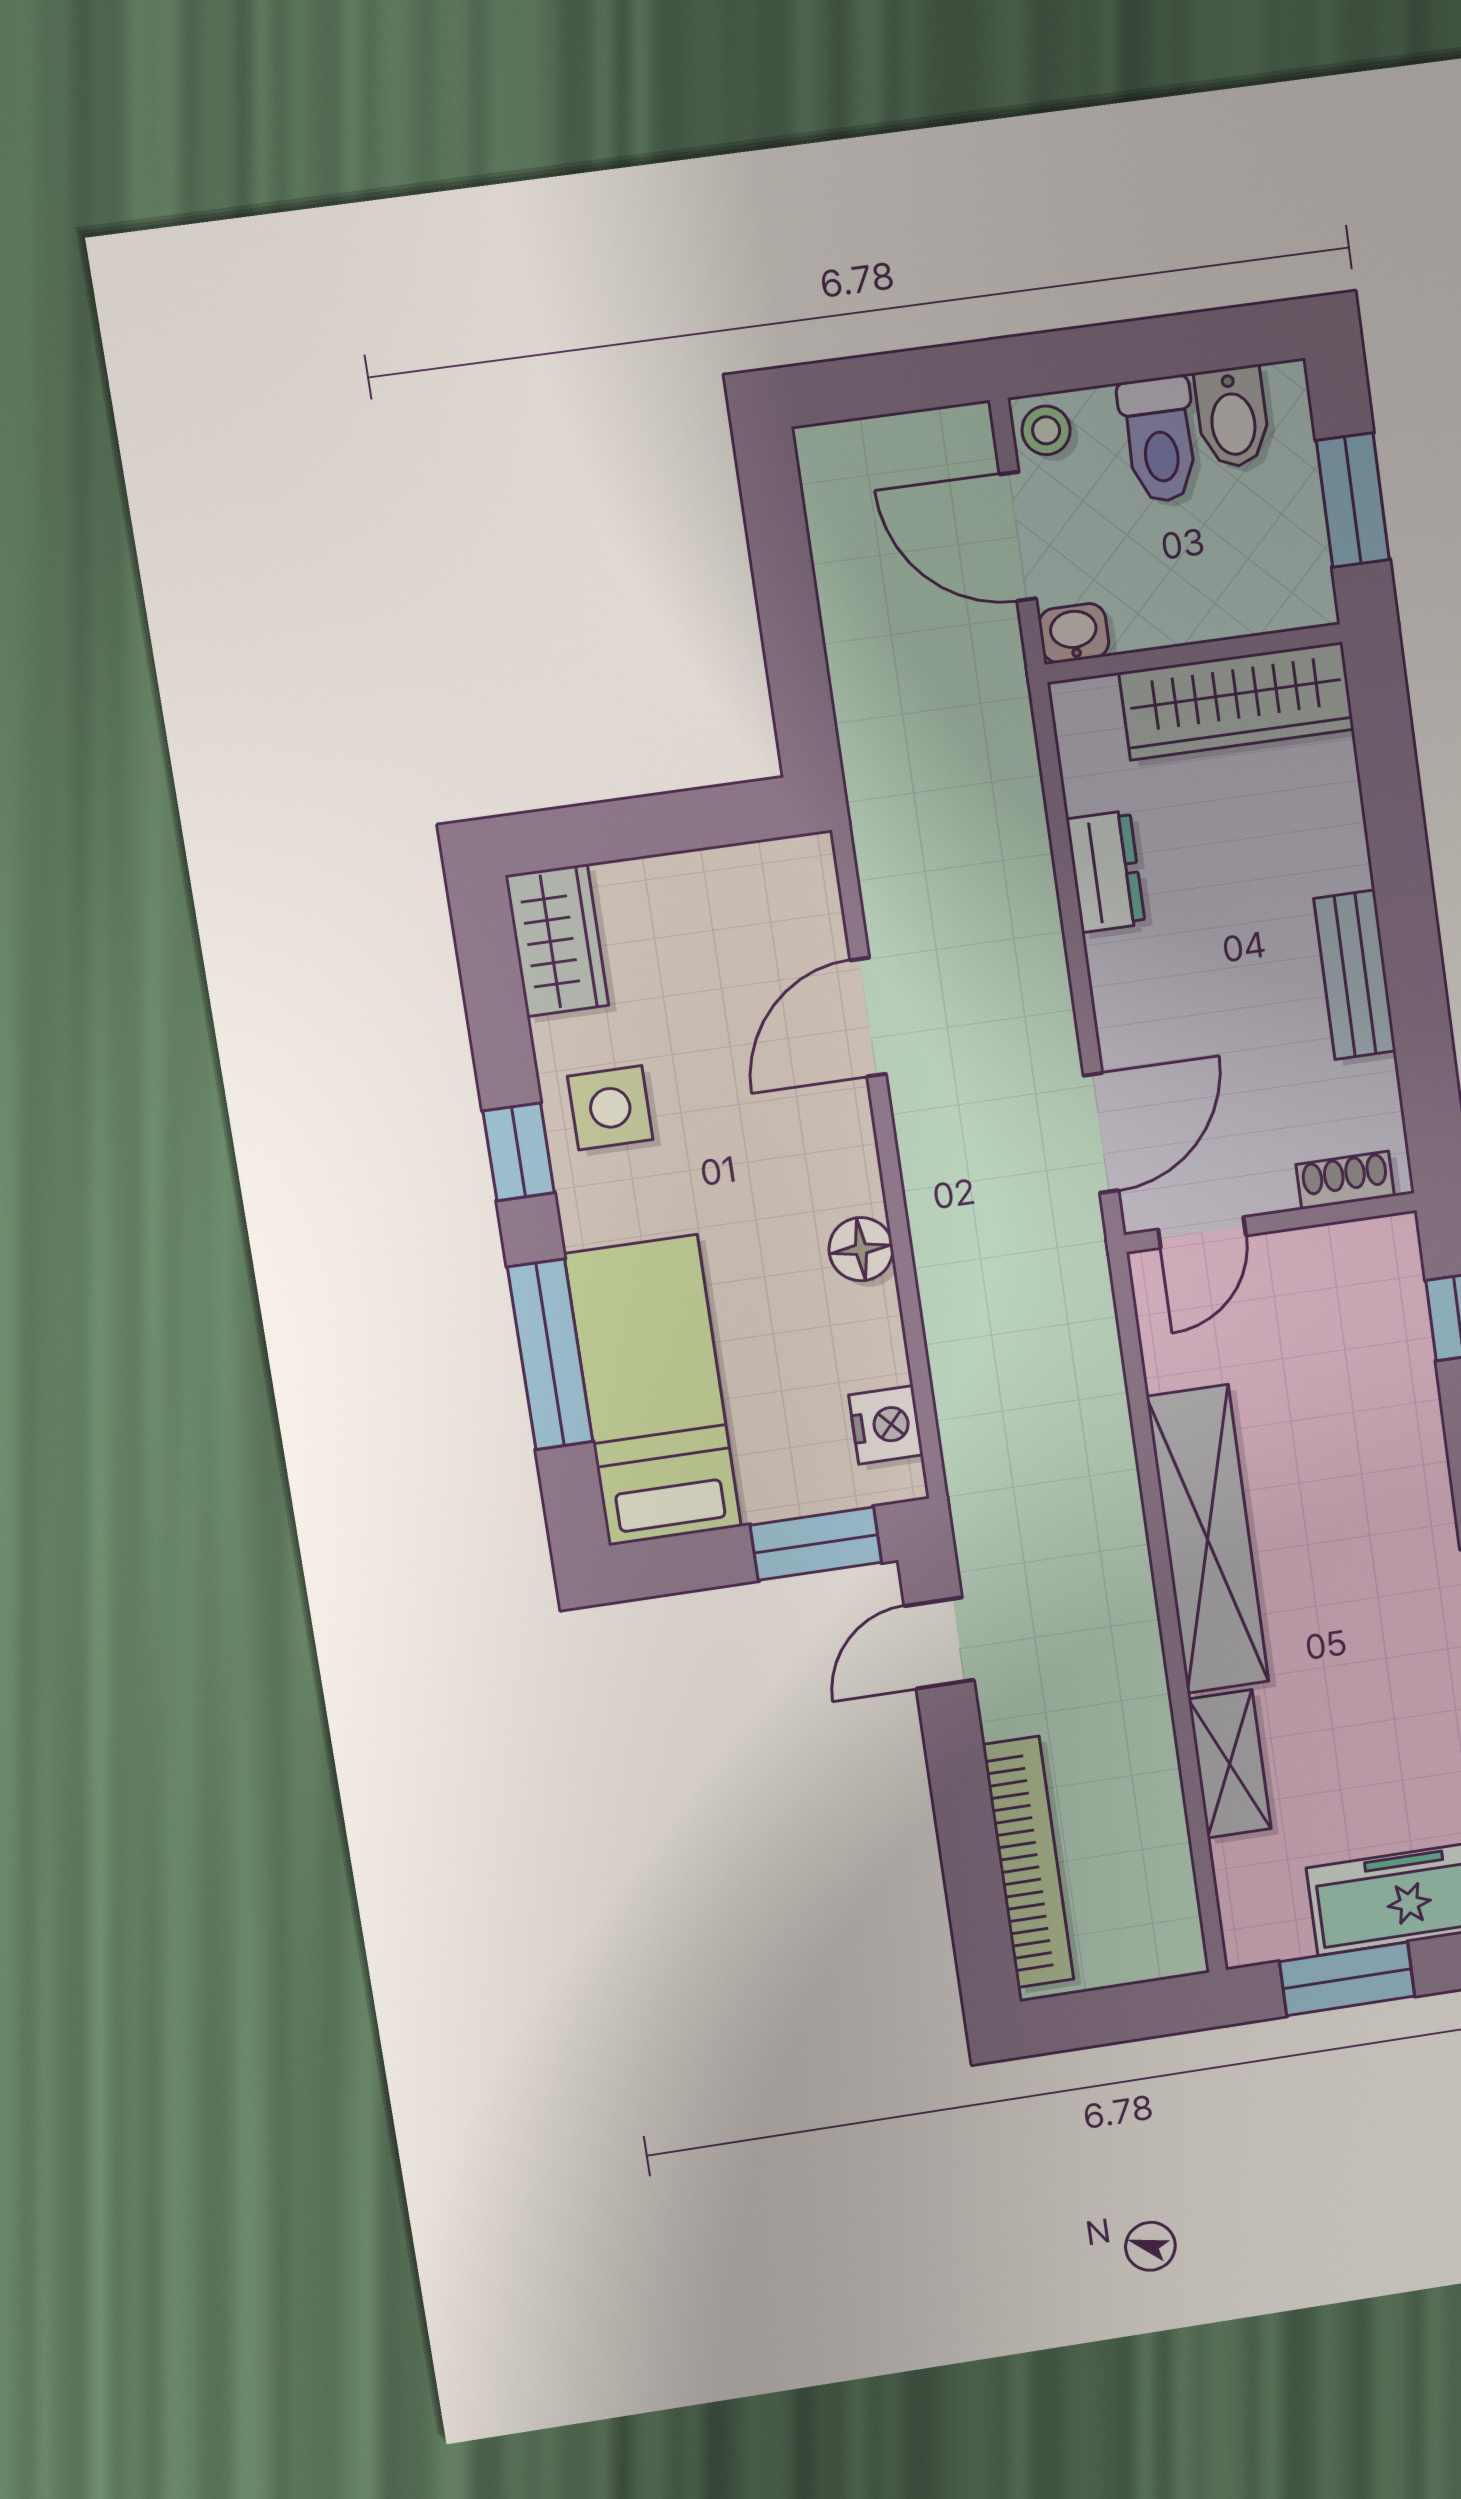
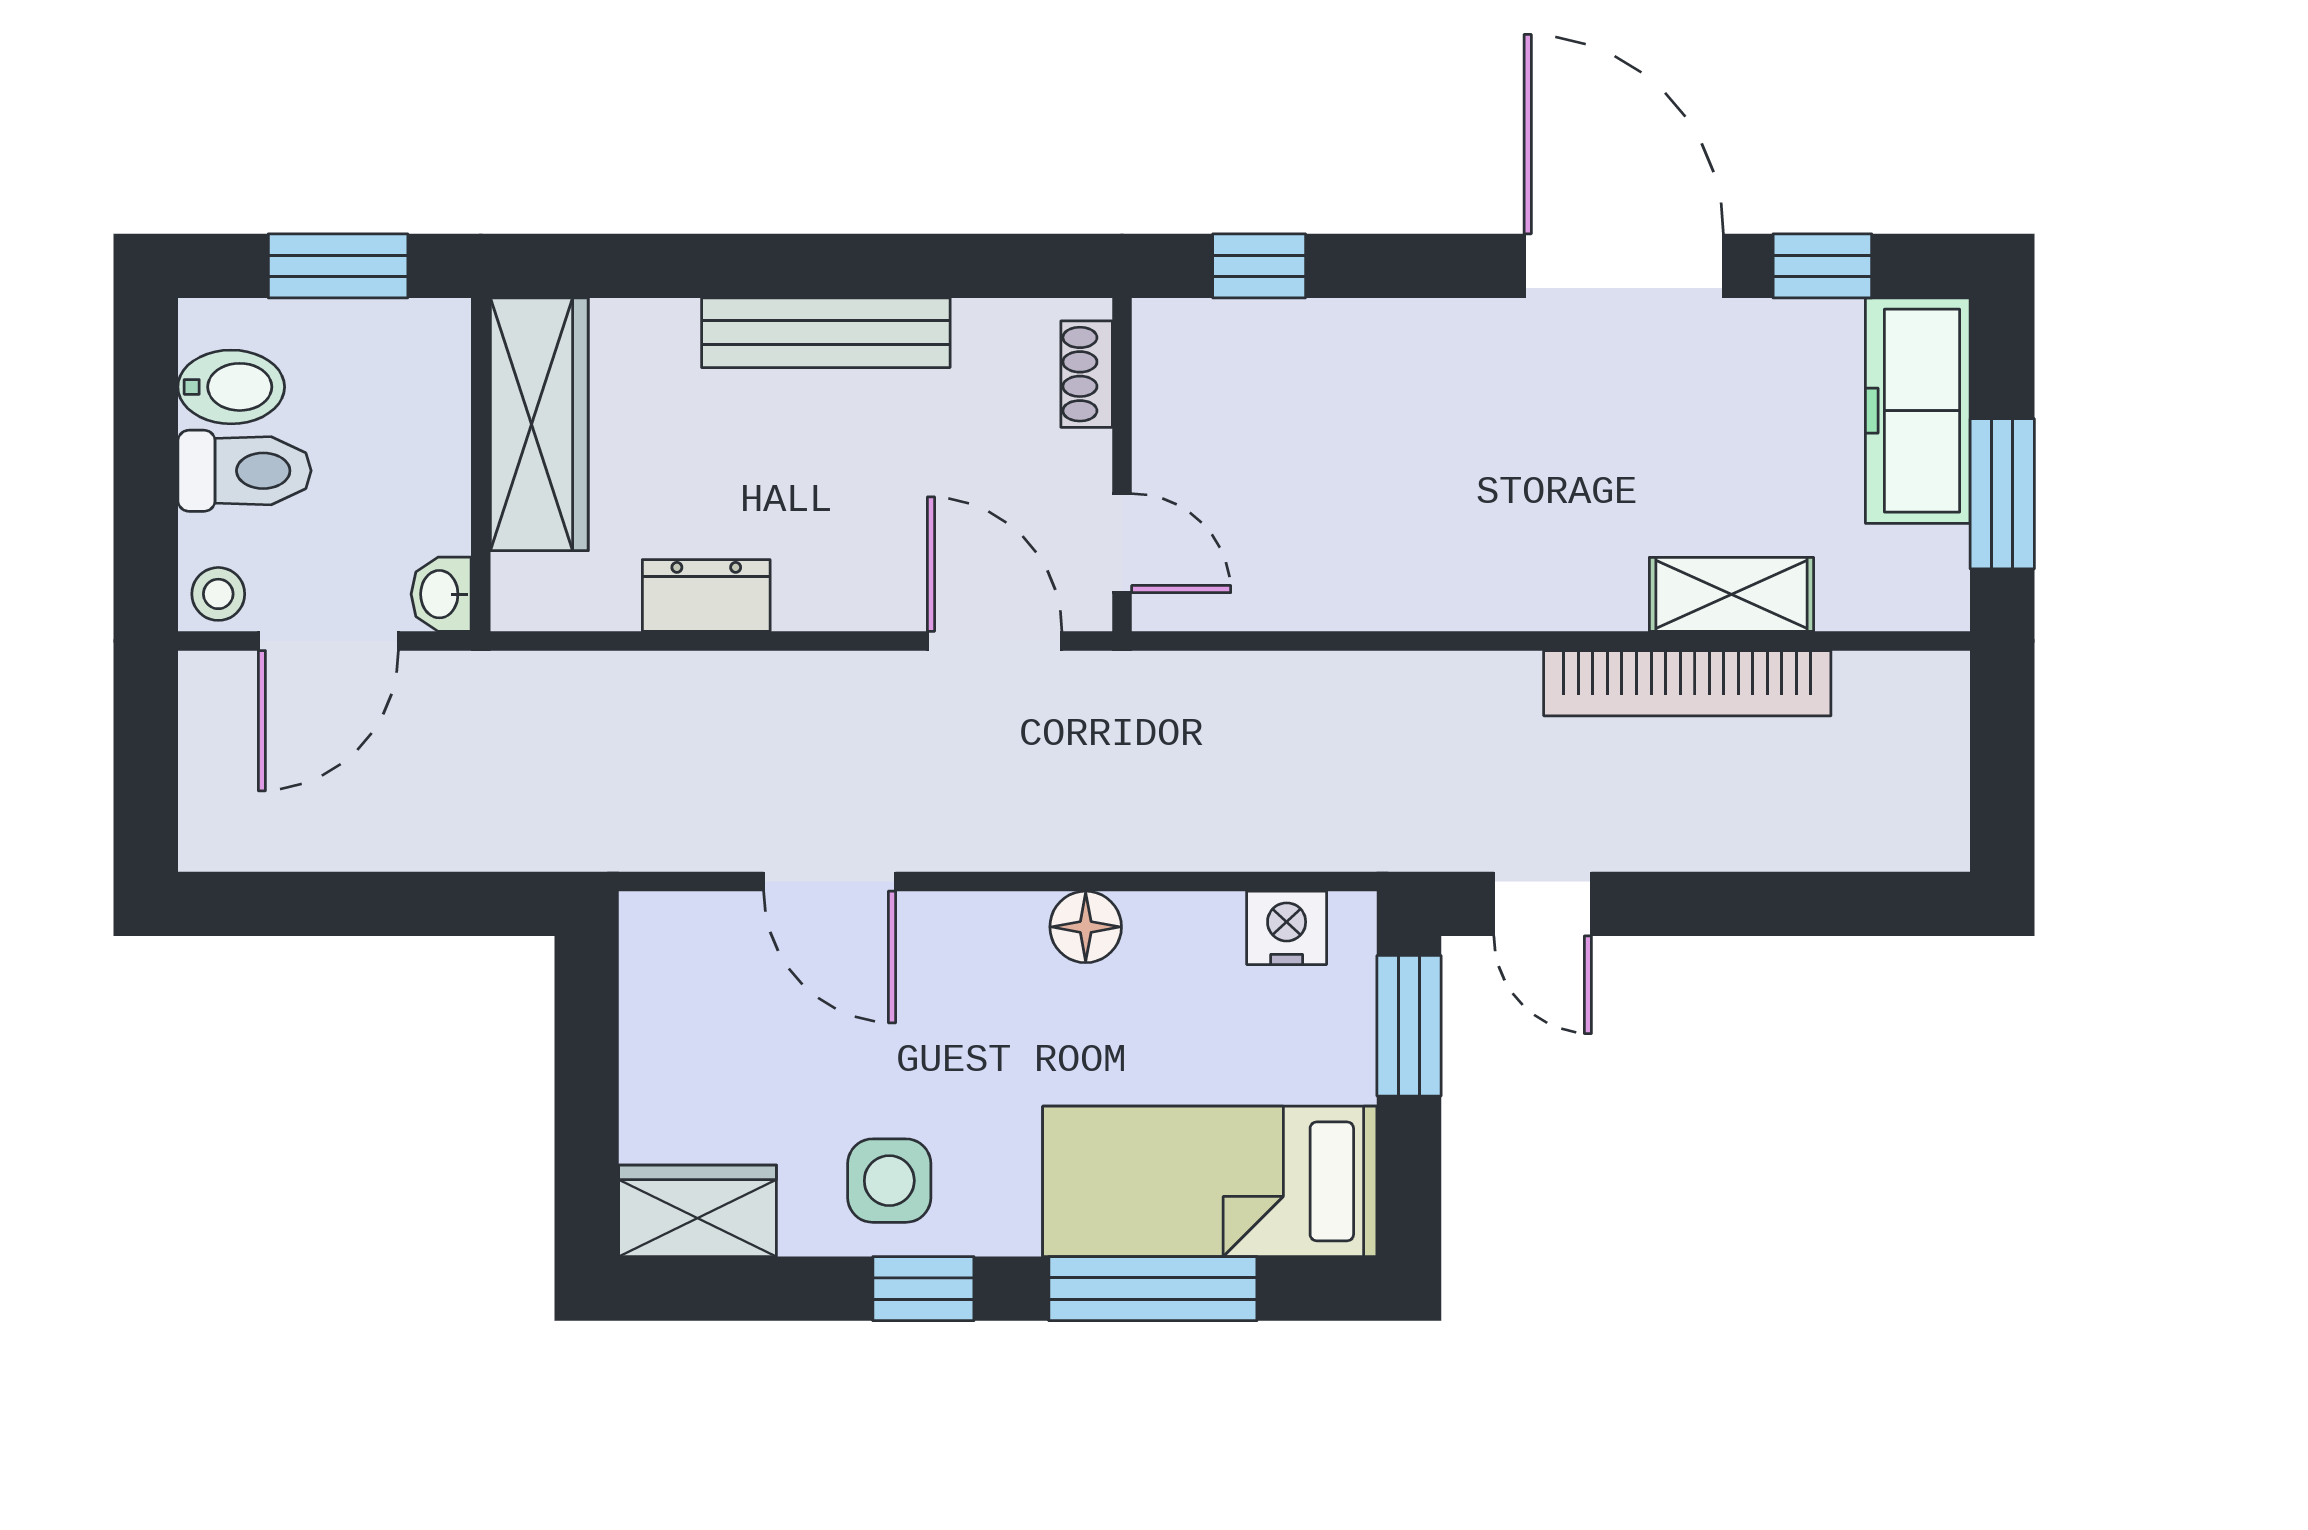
bench: (1355, 975) -> (826, 333), width x1.36
shelving: (1208, 1539) -> (1470, 584), removed
bookcase: (1028, 1862) -> (1687, 683), moved, turned 180

